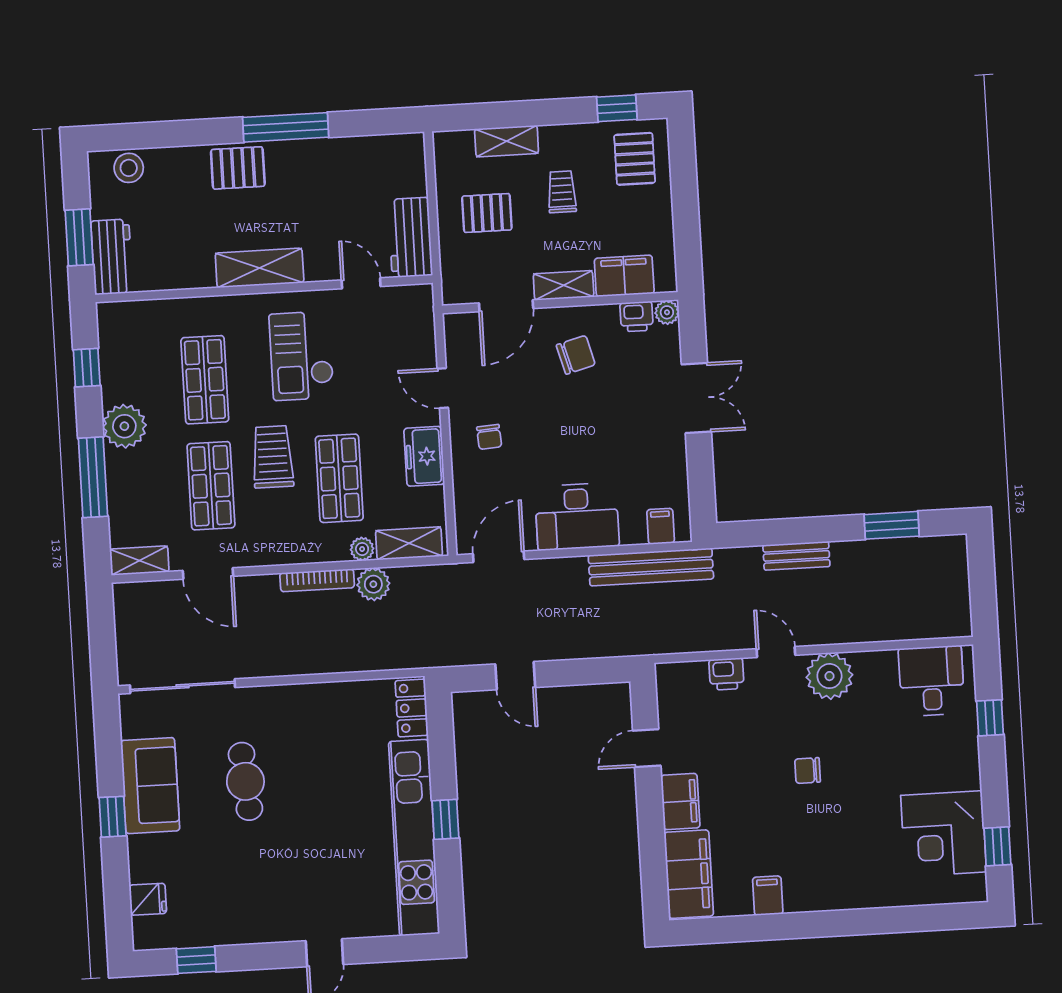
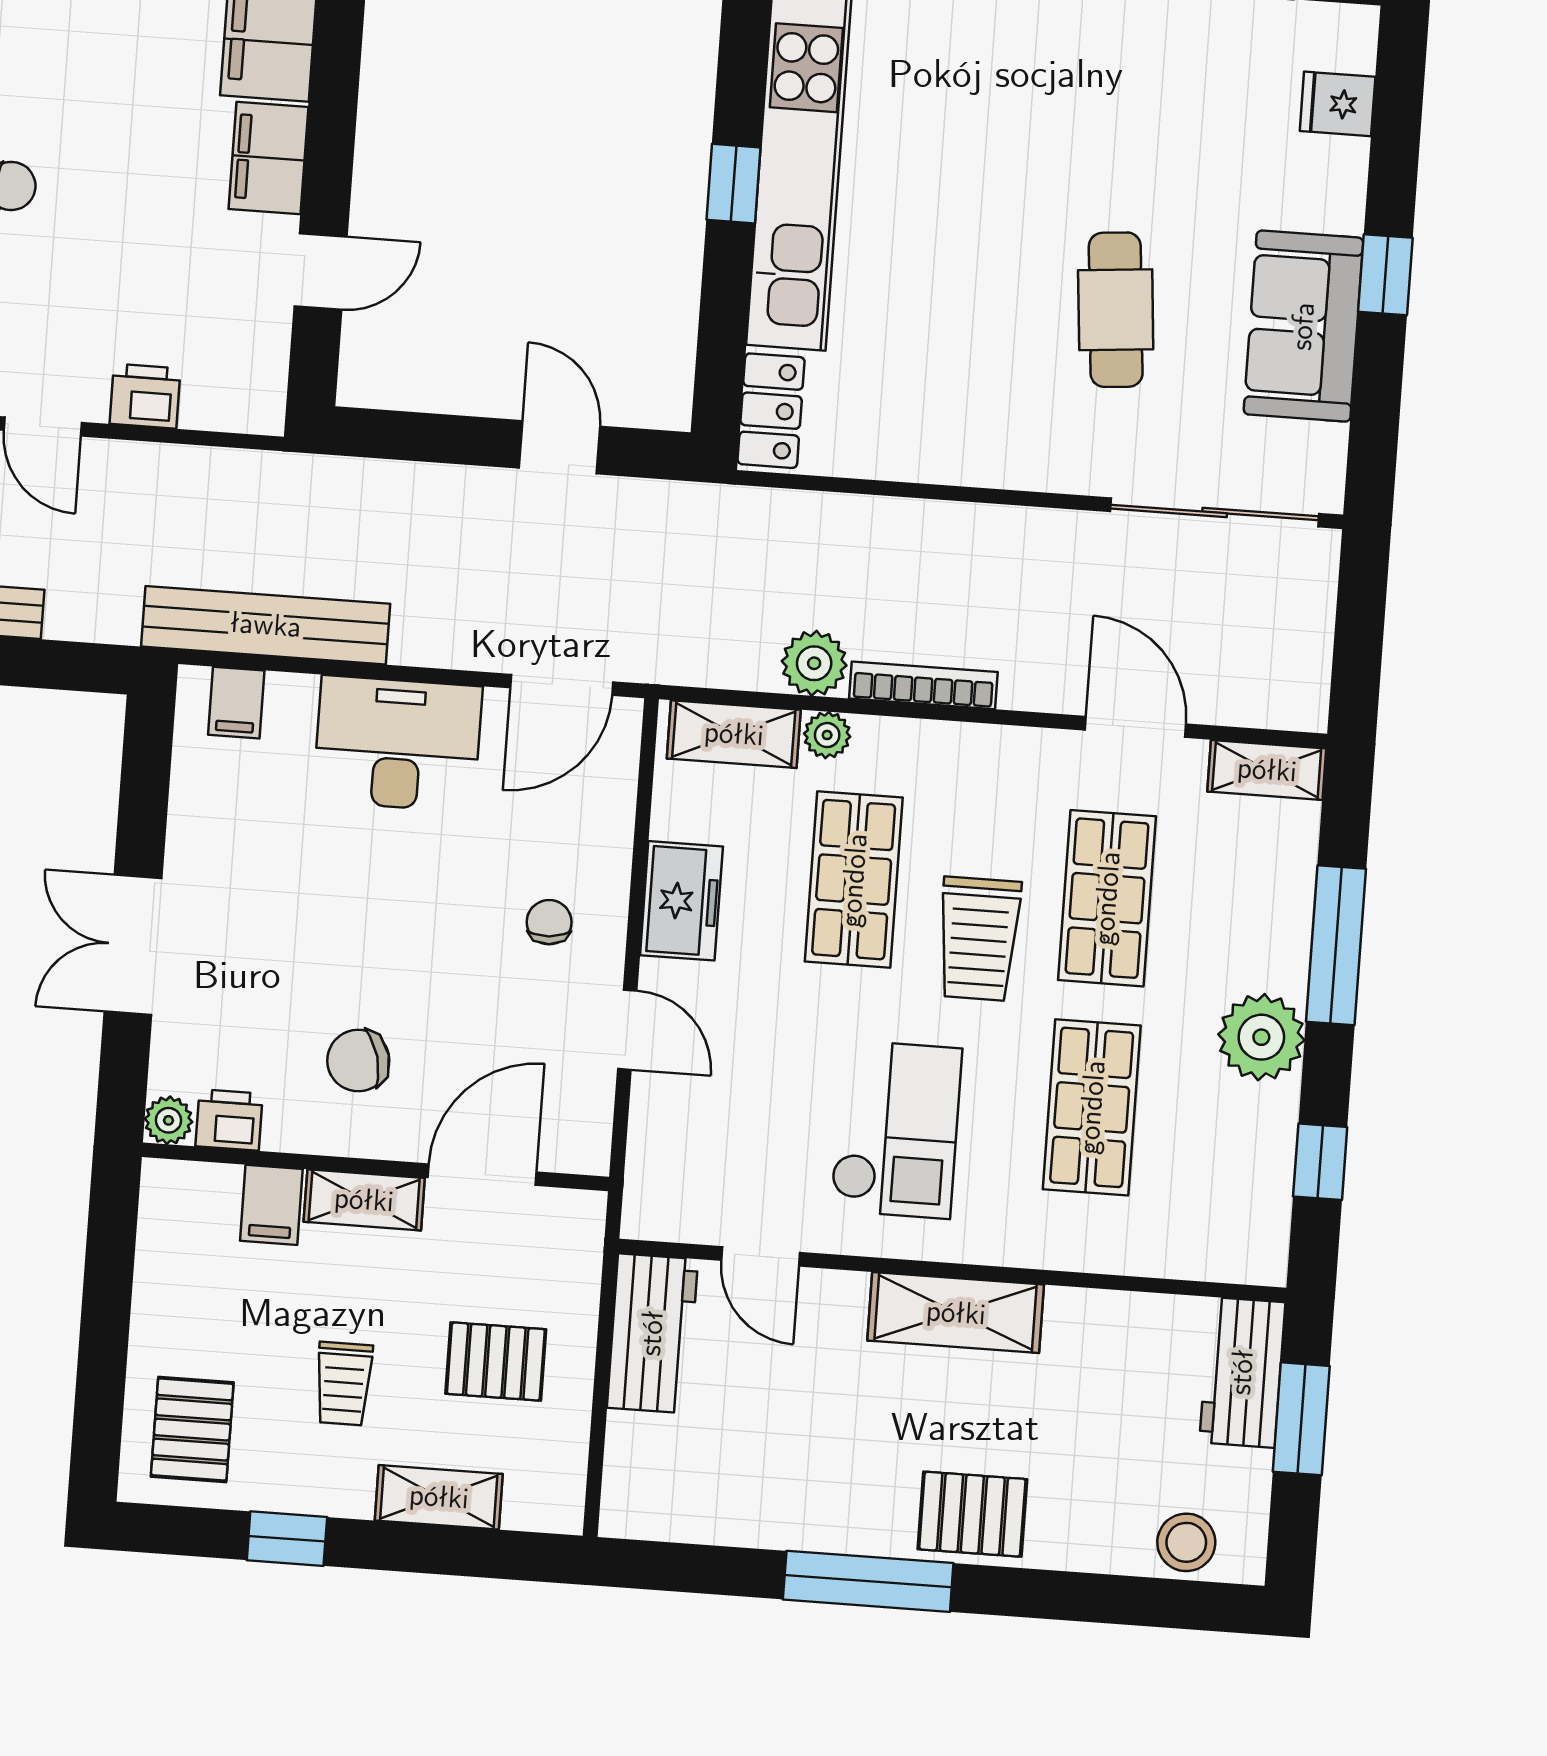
window: (617, 108) -> (287, 1539), moved
filing cabinet: (624, 276) -> (271, 1205), width x0.50

